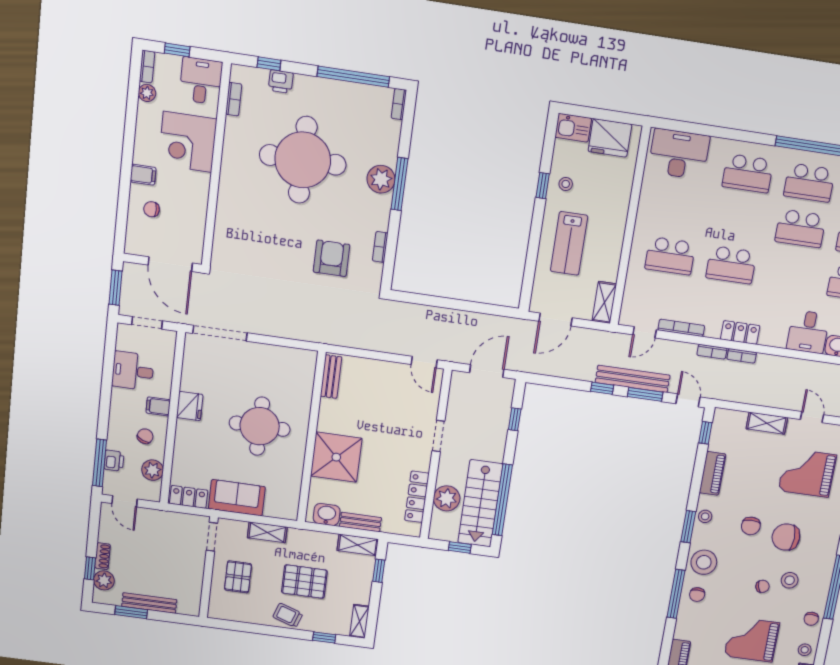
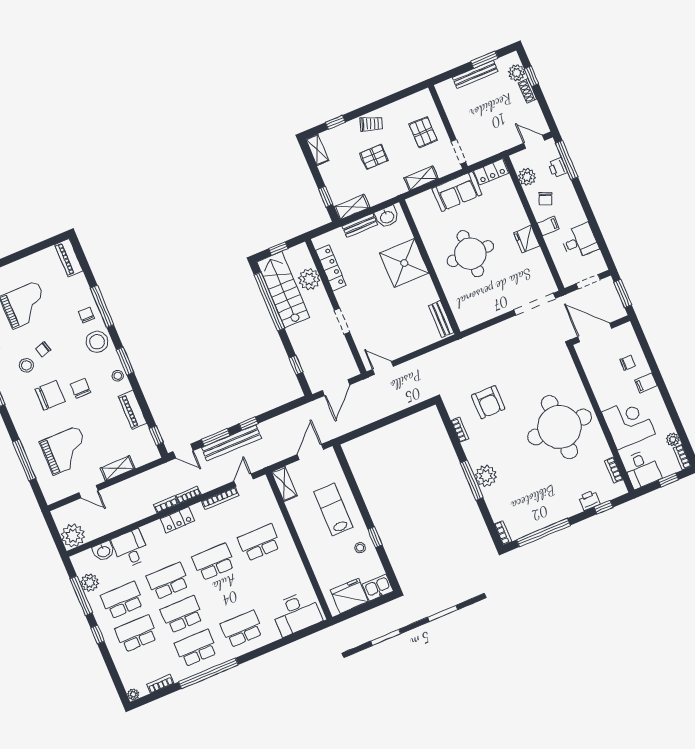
round table: (303, 160) -> (559, 427), moved
school desk: (792, 274) -> (168, 581), added
pallet: (304, 582) -> (374, 157), width x0.67, depth x0.71

